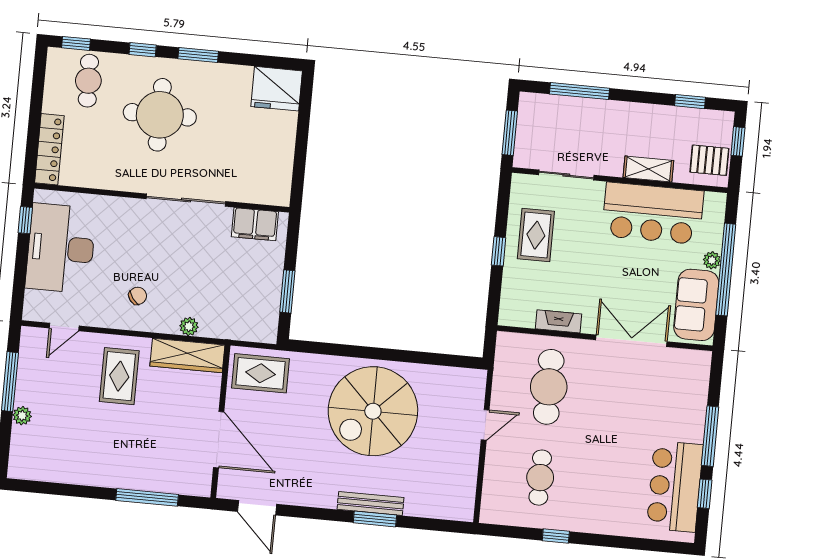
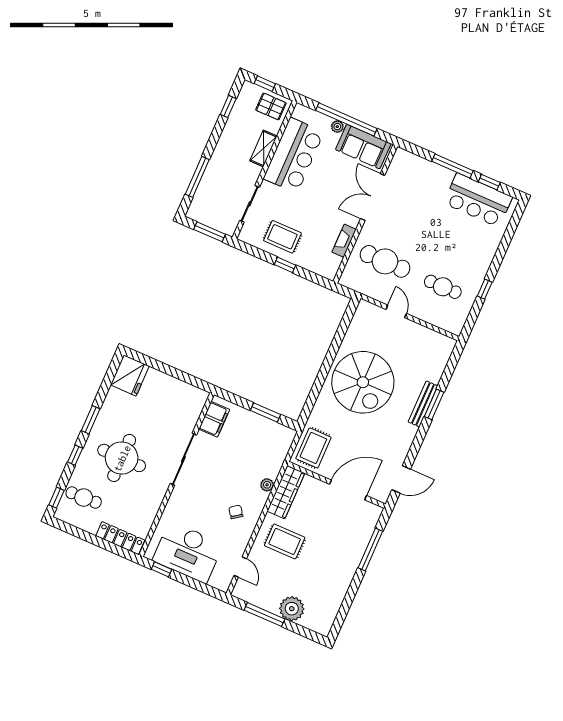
pallet: (709, 160) -> (271, 106), turned 90
plant: (22, 416) -> (292, 609), width x1.87, depth x1.87

